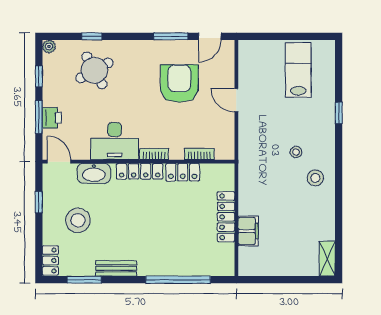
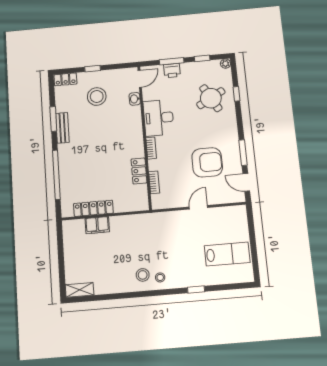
stool: (296, 152) -> (160, 277), moved
locker: (140, 171) -> (137, 138), removed
washbasin: (94, 173) -> (135, 99), width x0.52, depth x0.69
window: (39, 202) -> (92, 69), moved
locker: (226, 217) -> (93, 208), moved
window: (84, 280) -> (53, 119), moved

